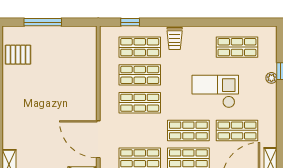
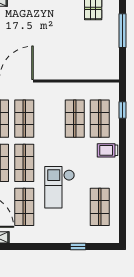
plant: (271, 78) -> (72, 238), removed
checkout: (215, 92) -> (60, 187), turned 180
shop shelf: (140, 103) -> (24, 119), moved

